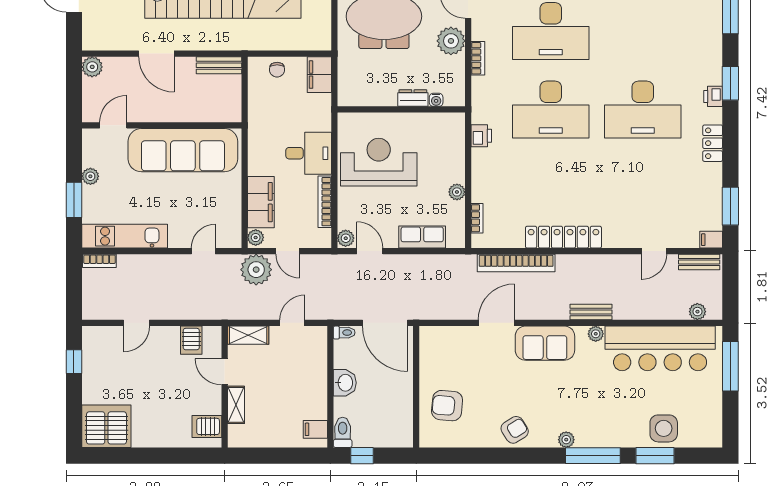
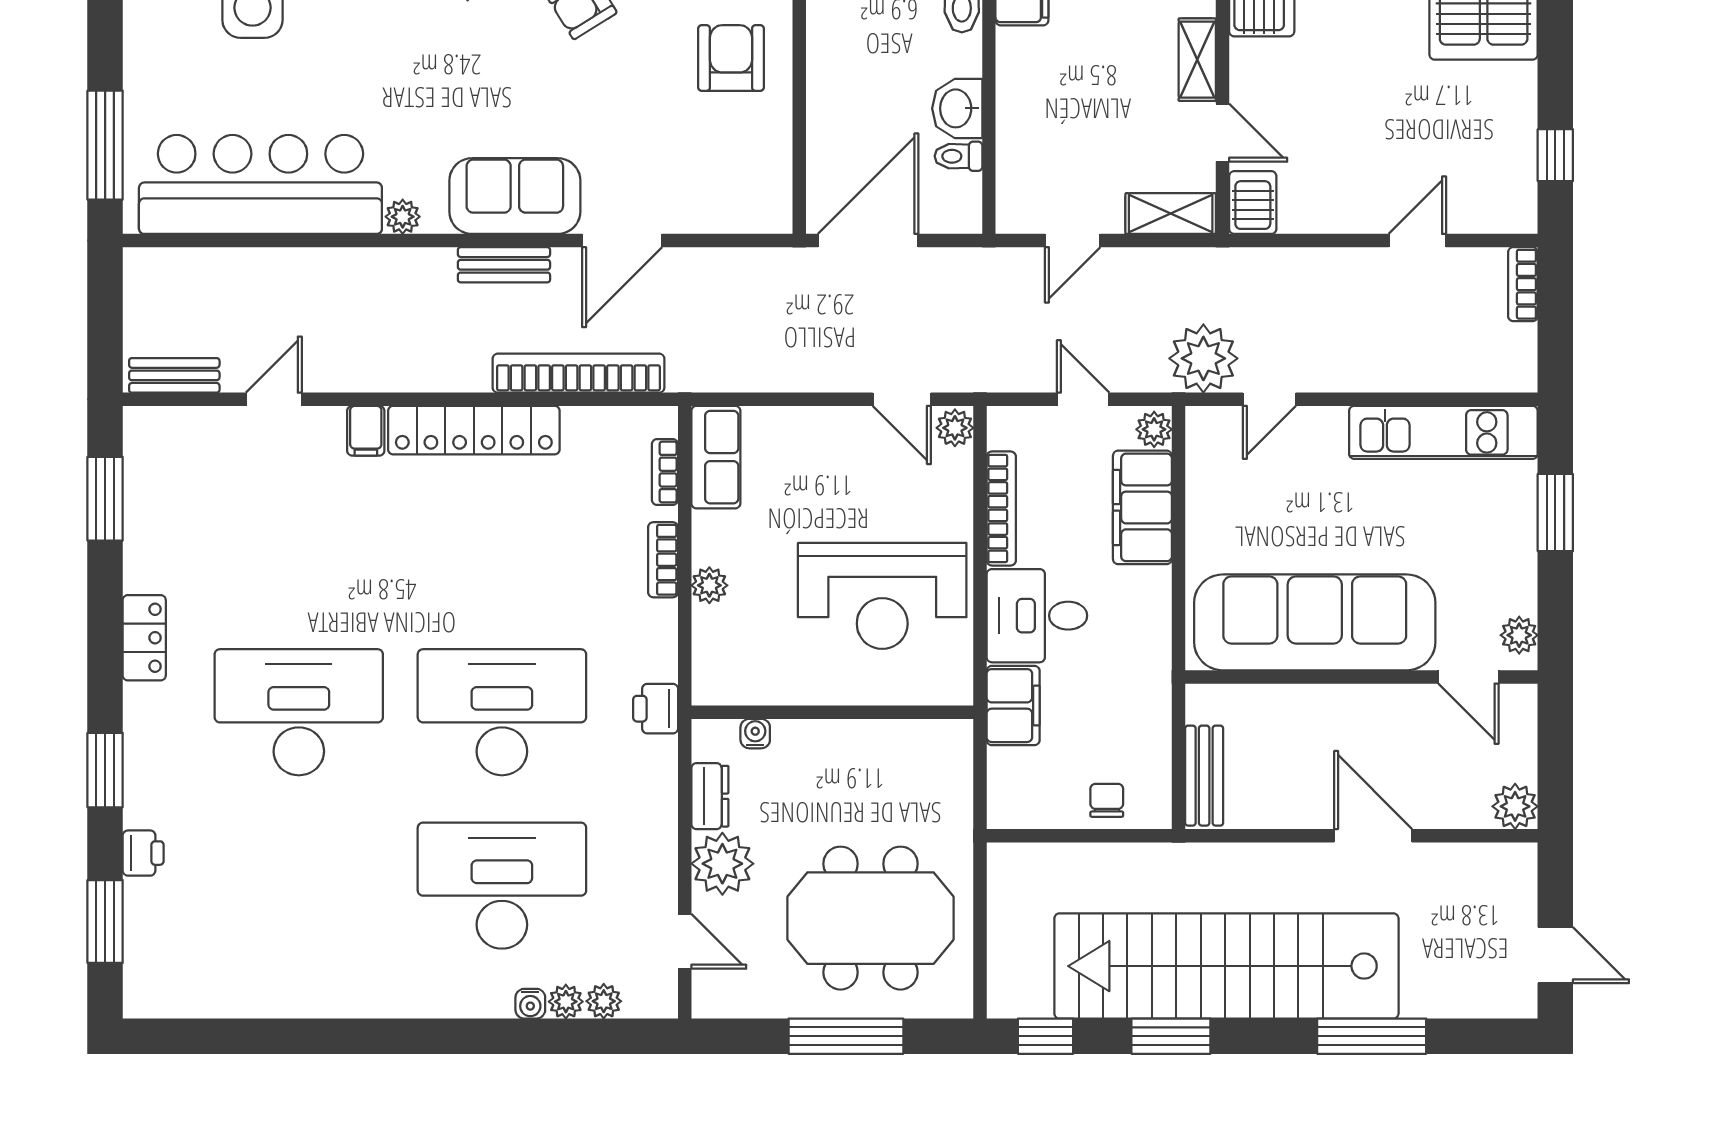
bookcase: (478, 58) -> (663, 560), moved
bench: (219, 65) -> (1204, 776), moved, turned 90
filing cabinet: (319, 75) -> (1013, 706), moved
printer: (713, 96) -> (143, 853), moved
dresser: (413, 98) -> (710, 796), moved, turned -90
door: (113, 125) -> (1468, 677), hinge flipped
printer: (481, 136) -> (656, 709), moved
plant: (90, 176) -> (1519, 635), moved
plant: (457, 192) -> (709, 585), moved
row of seats: (422, 237) -> (716, 457), moved, turned -90
filing cabinet: (711, 240) -> (366, 431), moved, turned 90
bookcase: (99, 261) -> (1523, 284), moved, turned -90
plant: (256, 270) -> (1203, 358), moved
bench: (591, 312) -> (504, 265), moved
plant: (697, 312) -> (178, 266), removed
door: (385, 323) -> (868, 241), hinge flipped
toilet: (344, 333) -> (958, 156), moved
server rack: (191, 340) -> (1253, 203), moved
armchair: (447, 406) -> (731, 58), turned -95

